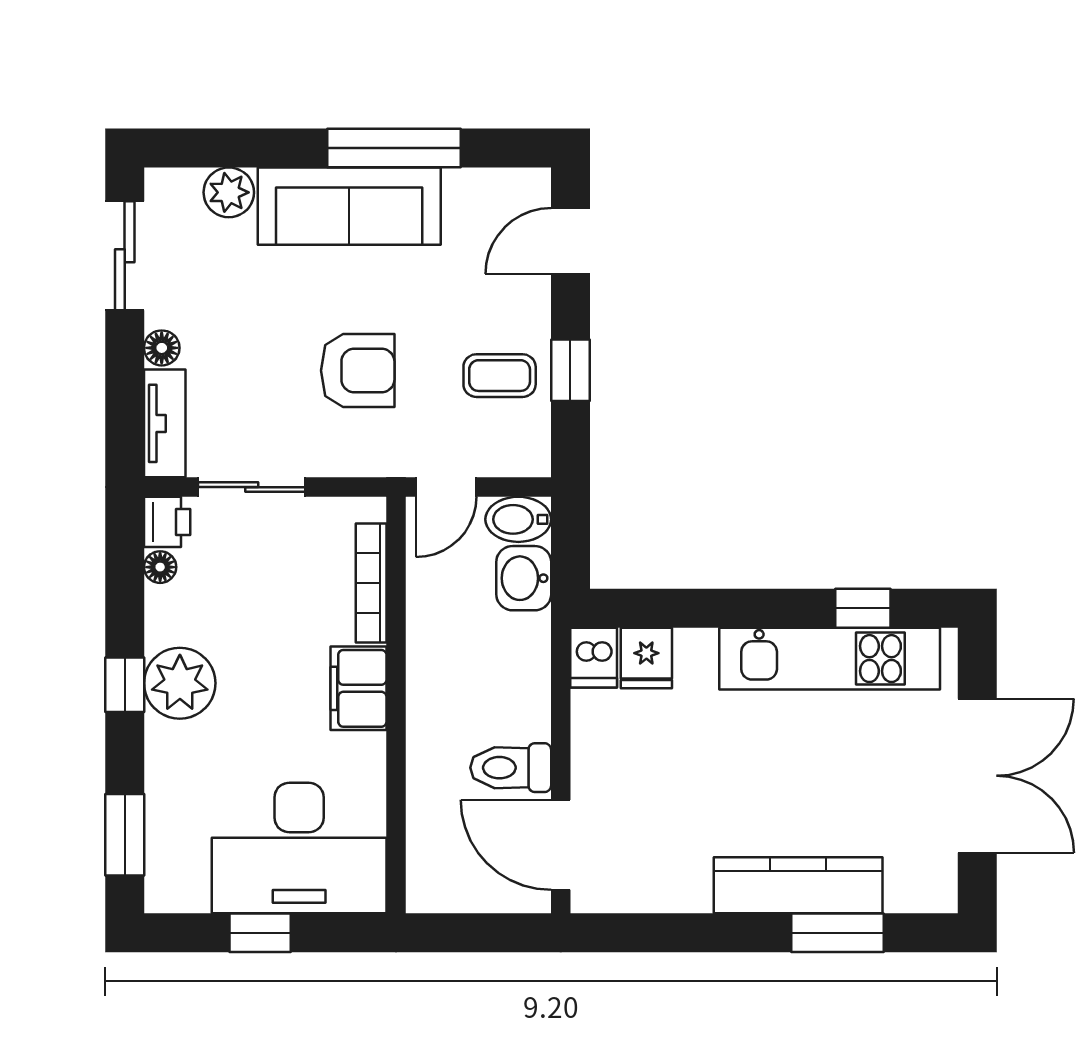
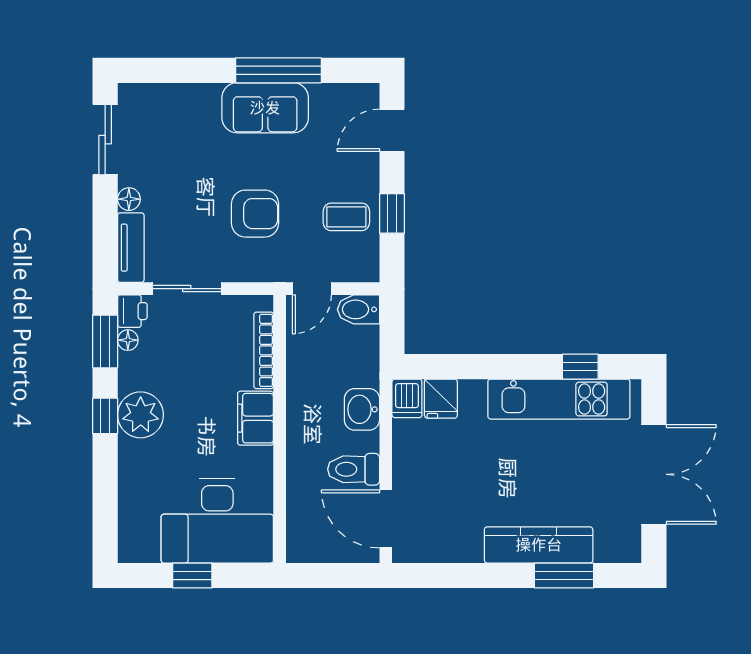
plant: (229, 192) -> (172, 99), removed
sofa: (349, 206) -> (265, 108), width x0.73
washbasin: (524, 578) -> (362, 409), moved
window: (125, 835) -> (105, 341), moved

